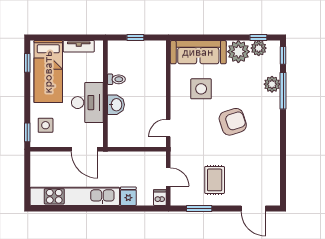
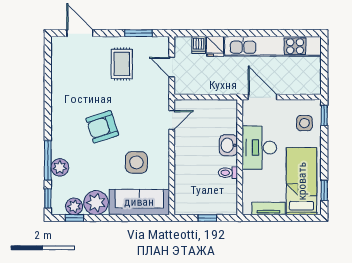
dishwasher: (160, 198) -> (199, 45), moved

